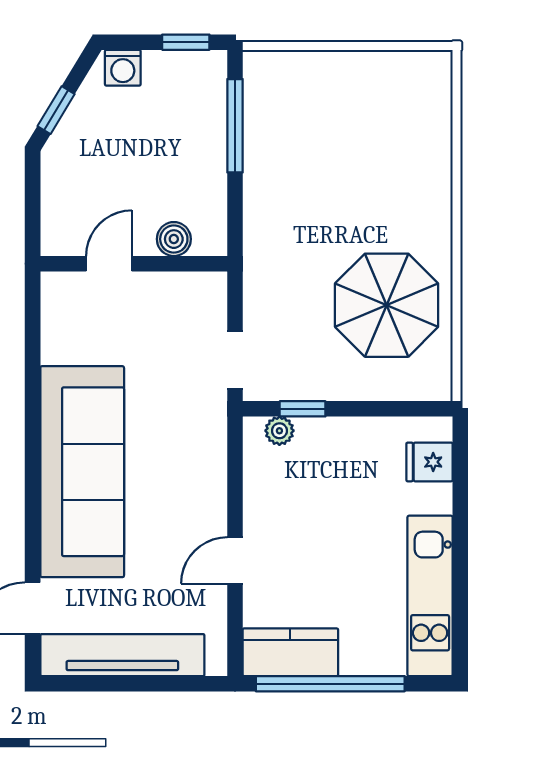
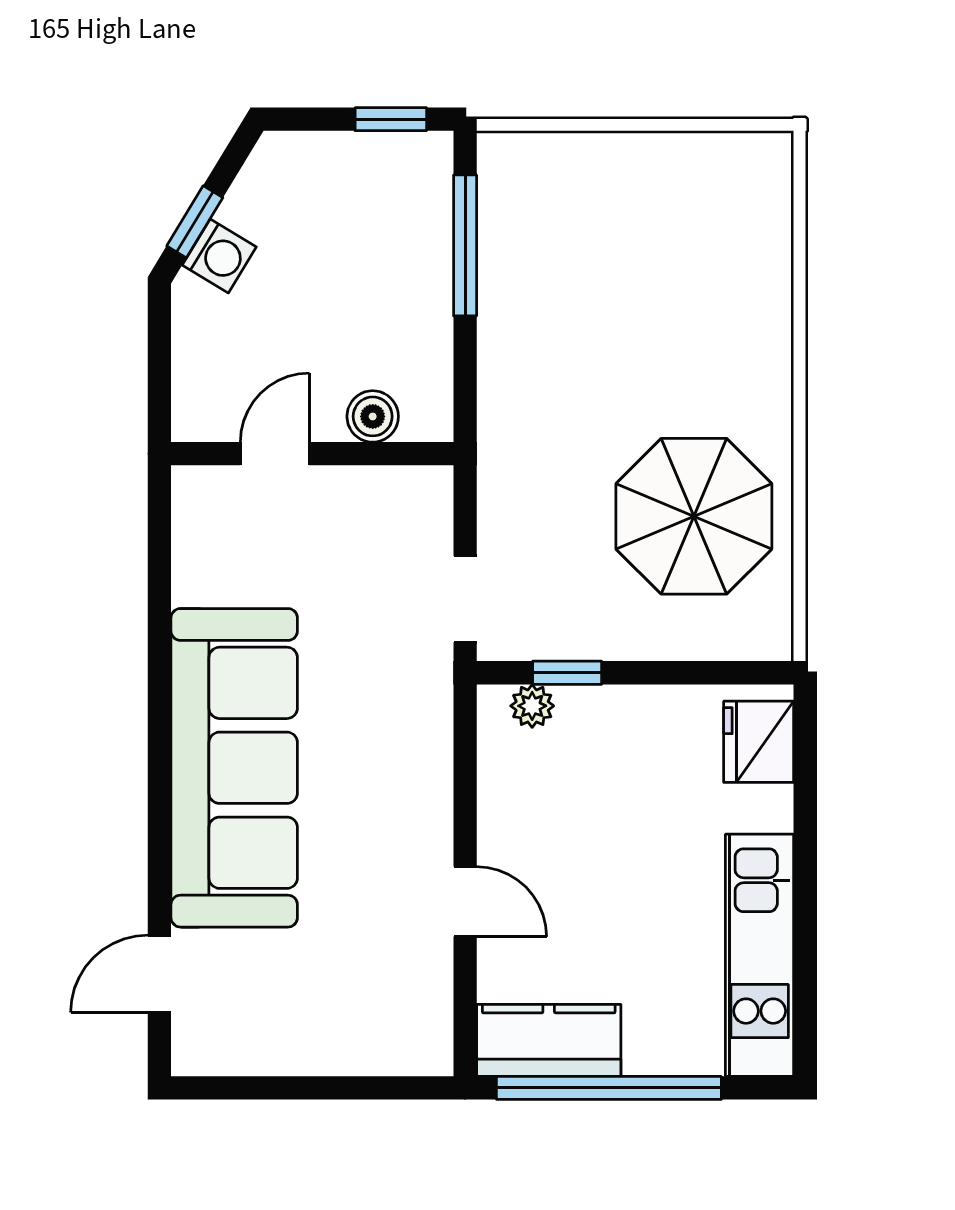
washing machine: (123, 68) -> (219, 256), moved, turned -59
fridge: (429, 462) -> (759, 742), width x1.38
door: (235, 560) -> (465, 902), swing flipped
tv unit: (122, 655) -> (295, 1045), removed

